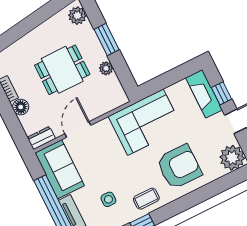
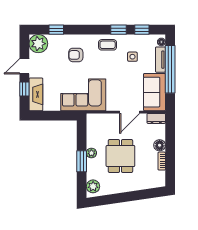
plant: (106, 68) -> (91, 153), moved
dining table: (62, 70) -> (120, 156), turned 90
armchair: (179, 167) -> (76, 55), width x0.53, depth x0.53
window: (219, 186) -> (56, 30), added

